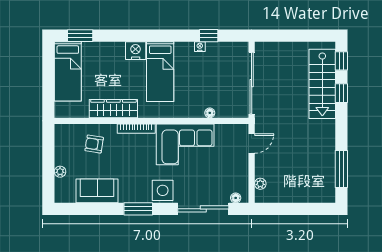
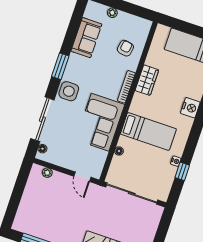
bed: (160, 72) -> (148, 131), moved, turned 180
wardrobe: (113, 109) -> (147, 80), width x0.67

